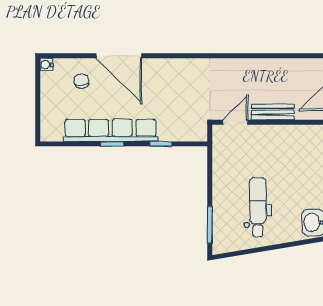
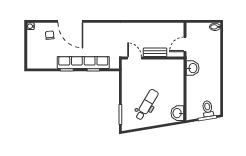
door: (235, 122) -> (135, 58), hinge flipped
row of seats: (110, 130) -> (83, 62), moved
dental chair: (258, 207) -> (147, 105), turned 31

